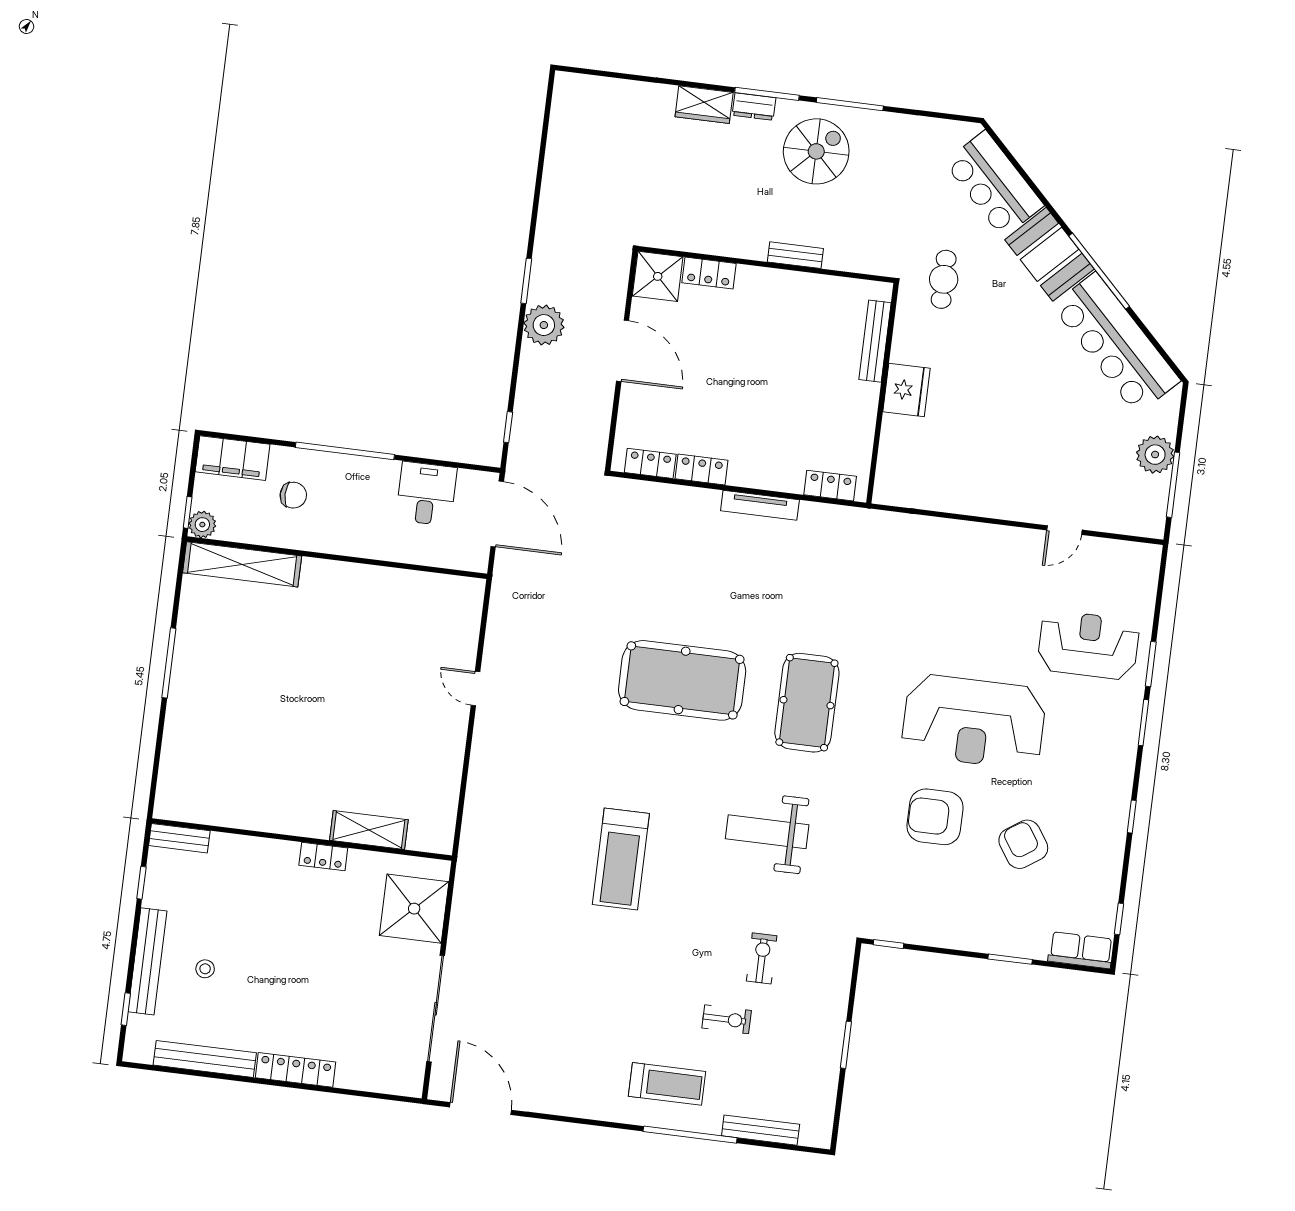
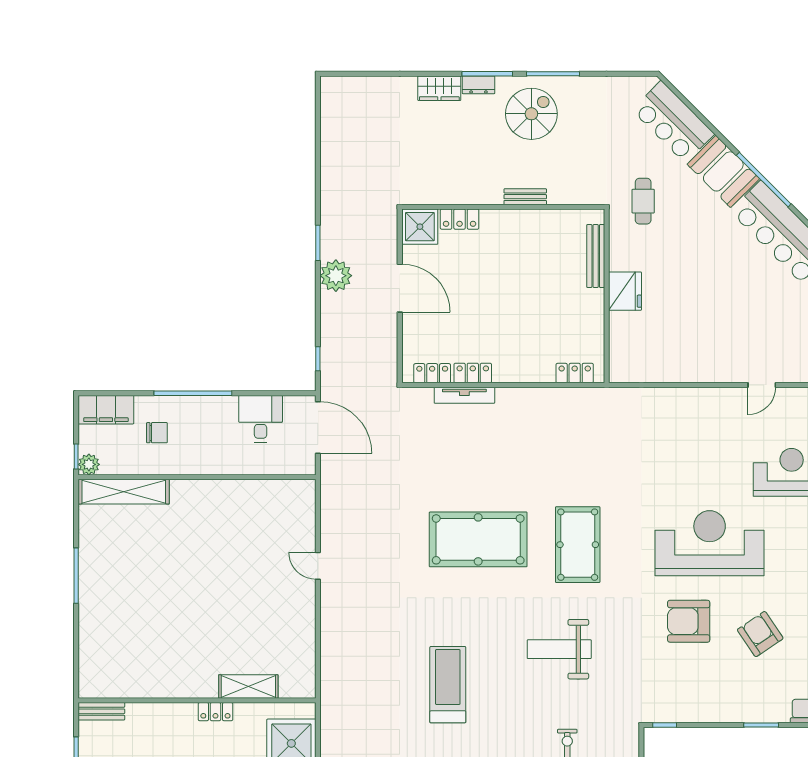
tv unit: (760, 505) -> (464, 395), moved
reception desk: (974, 722) -> (710, 543), turned 180
treadmill: (621, 859) -> (448, 685), turned 180

